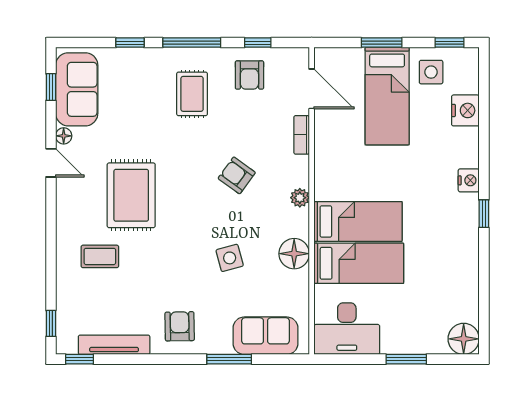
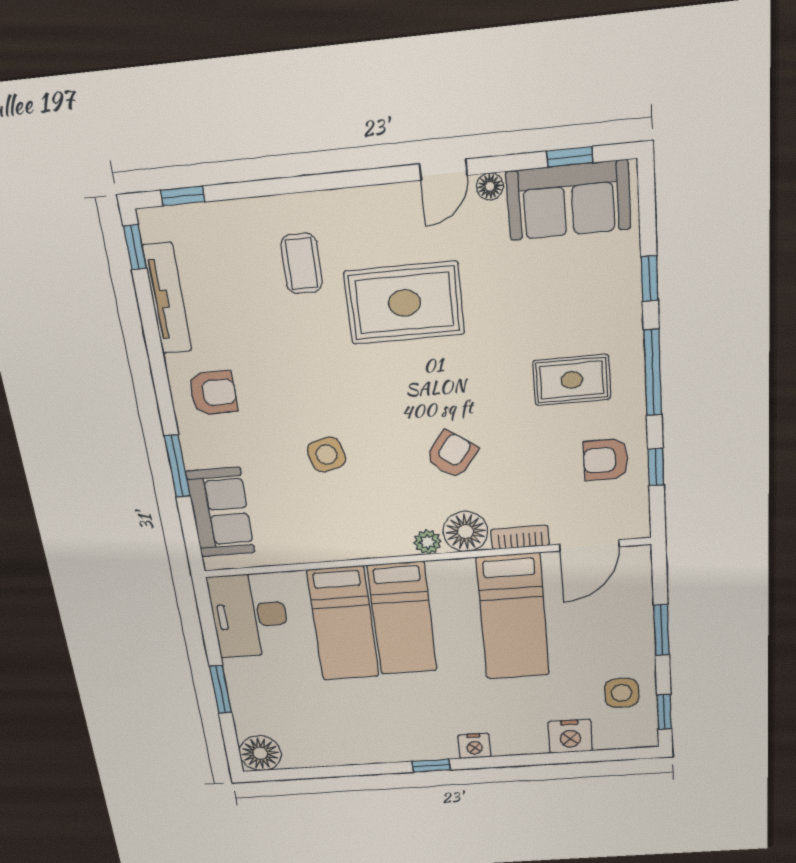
bed: (387, 96) -> (513, 617), moved, turned -90
floor lamp: (294, 254) -> (466, 532), moved

